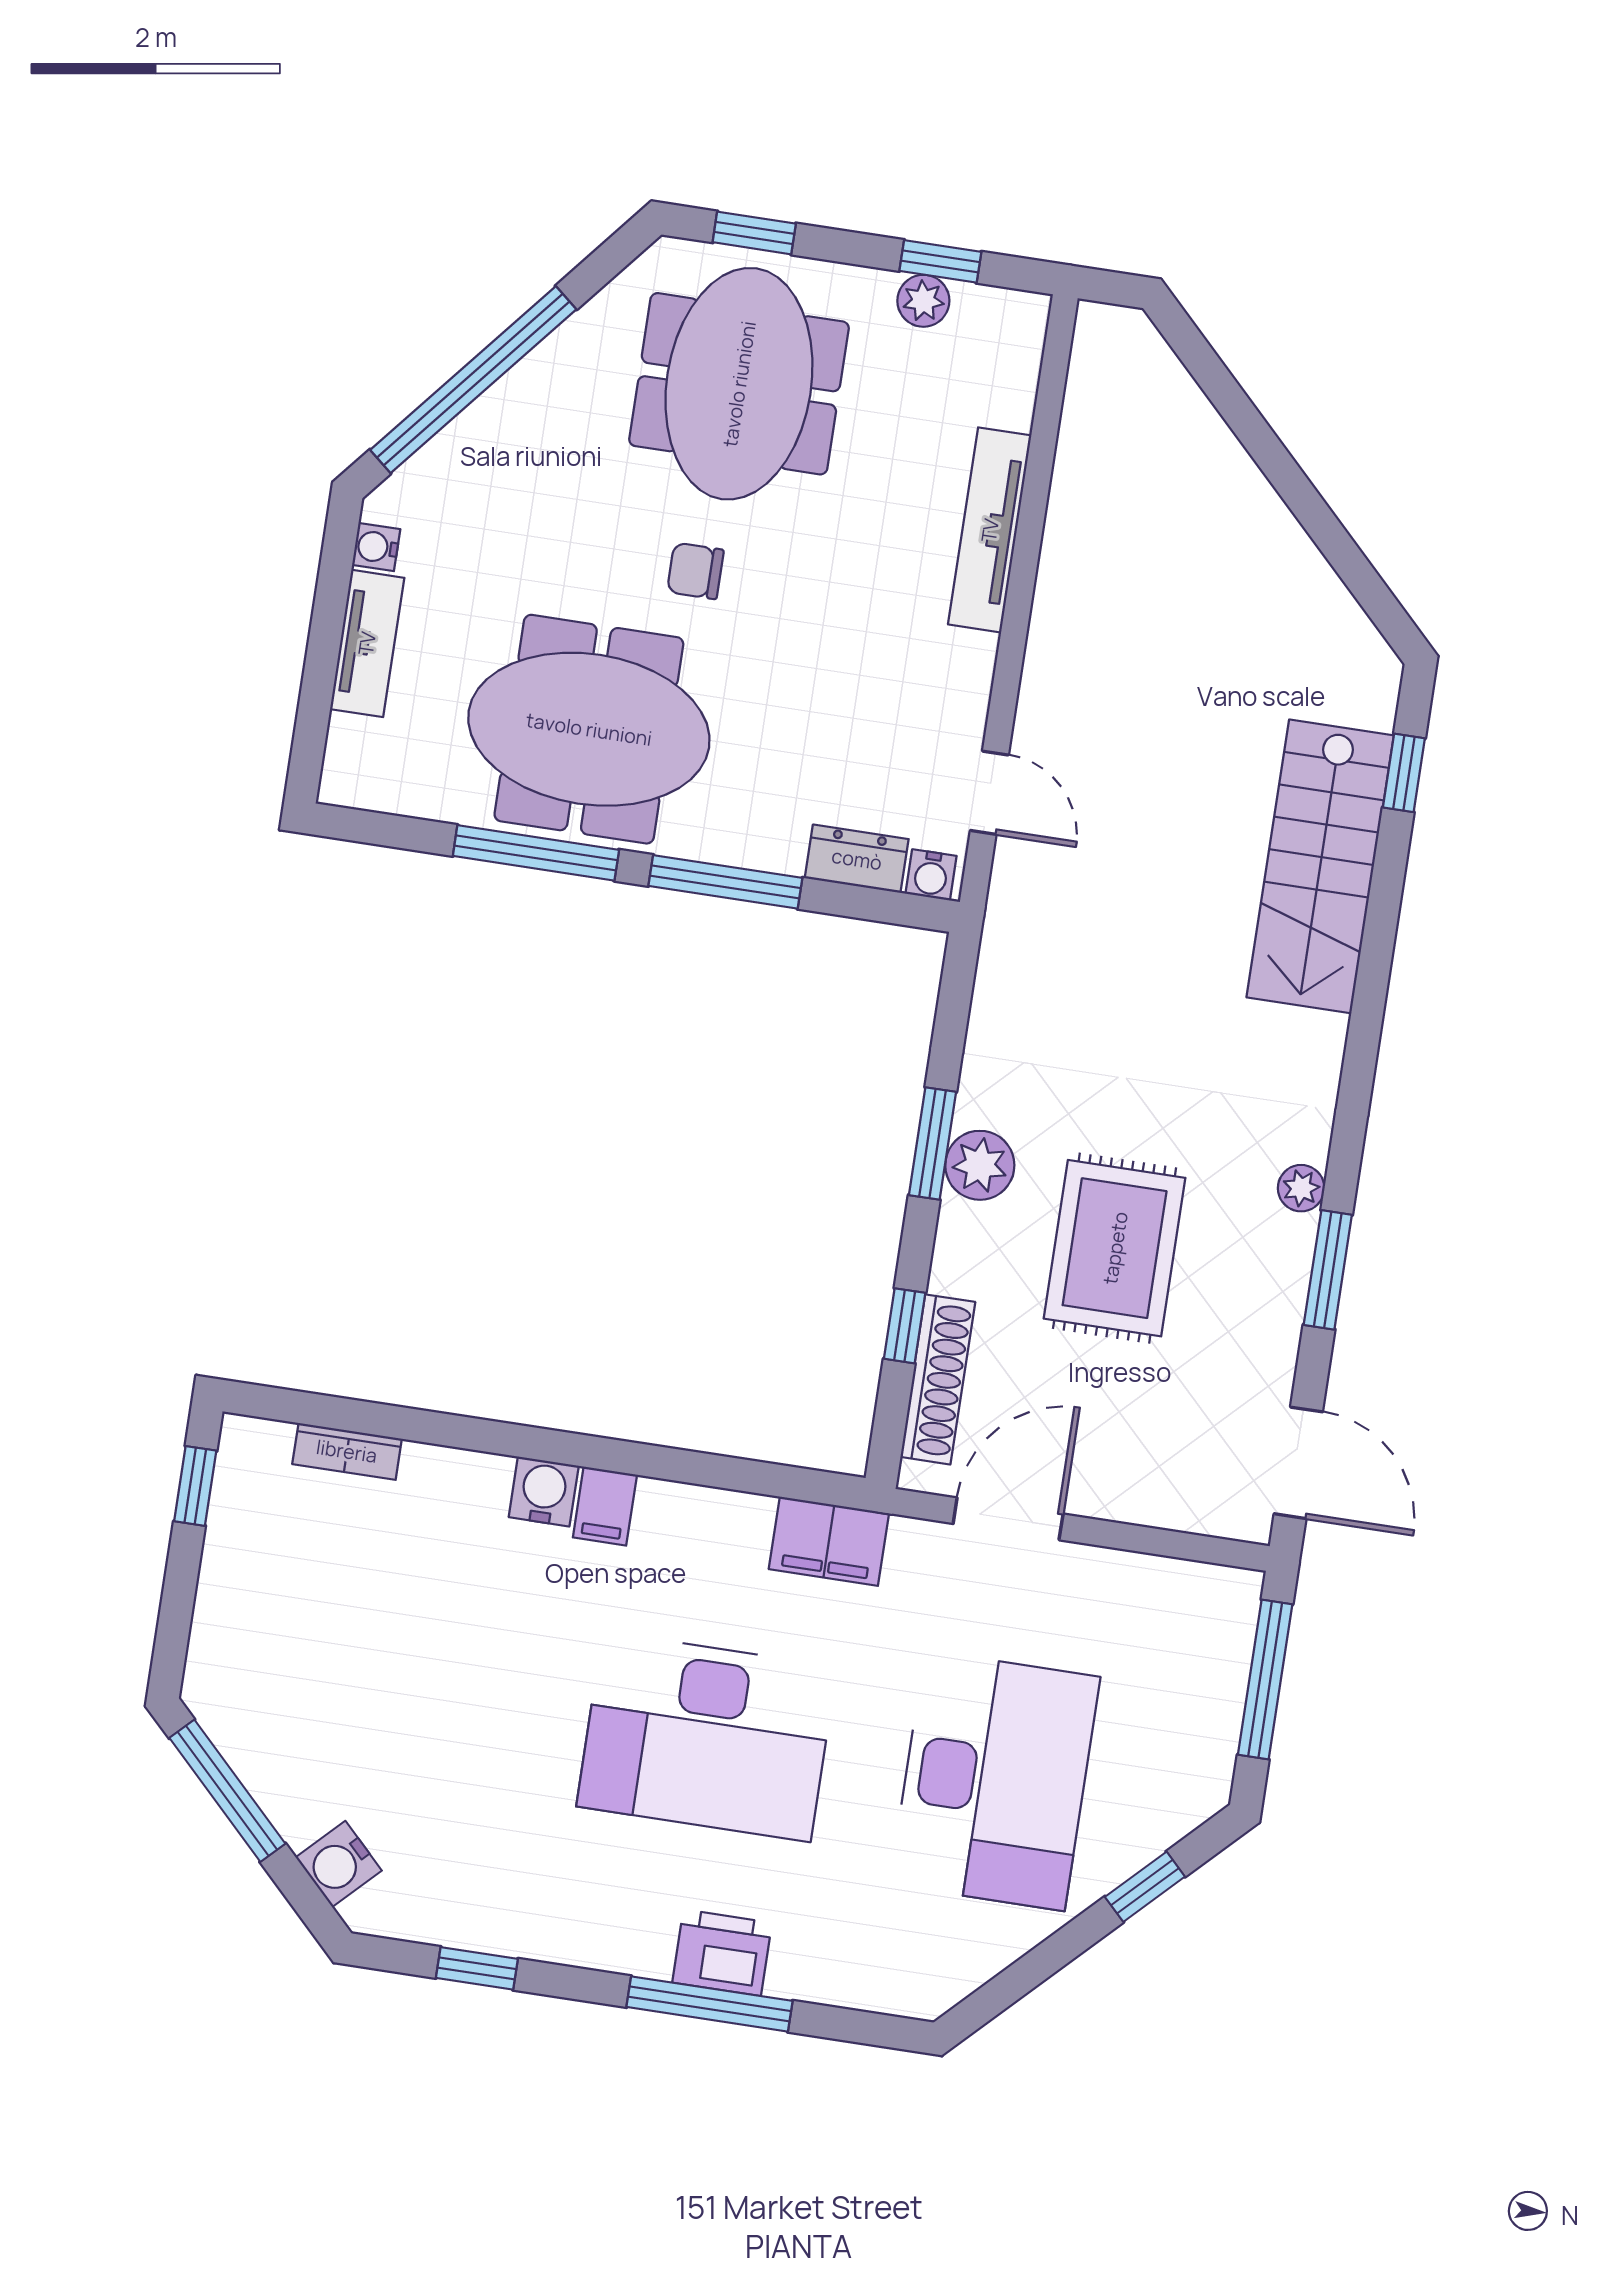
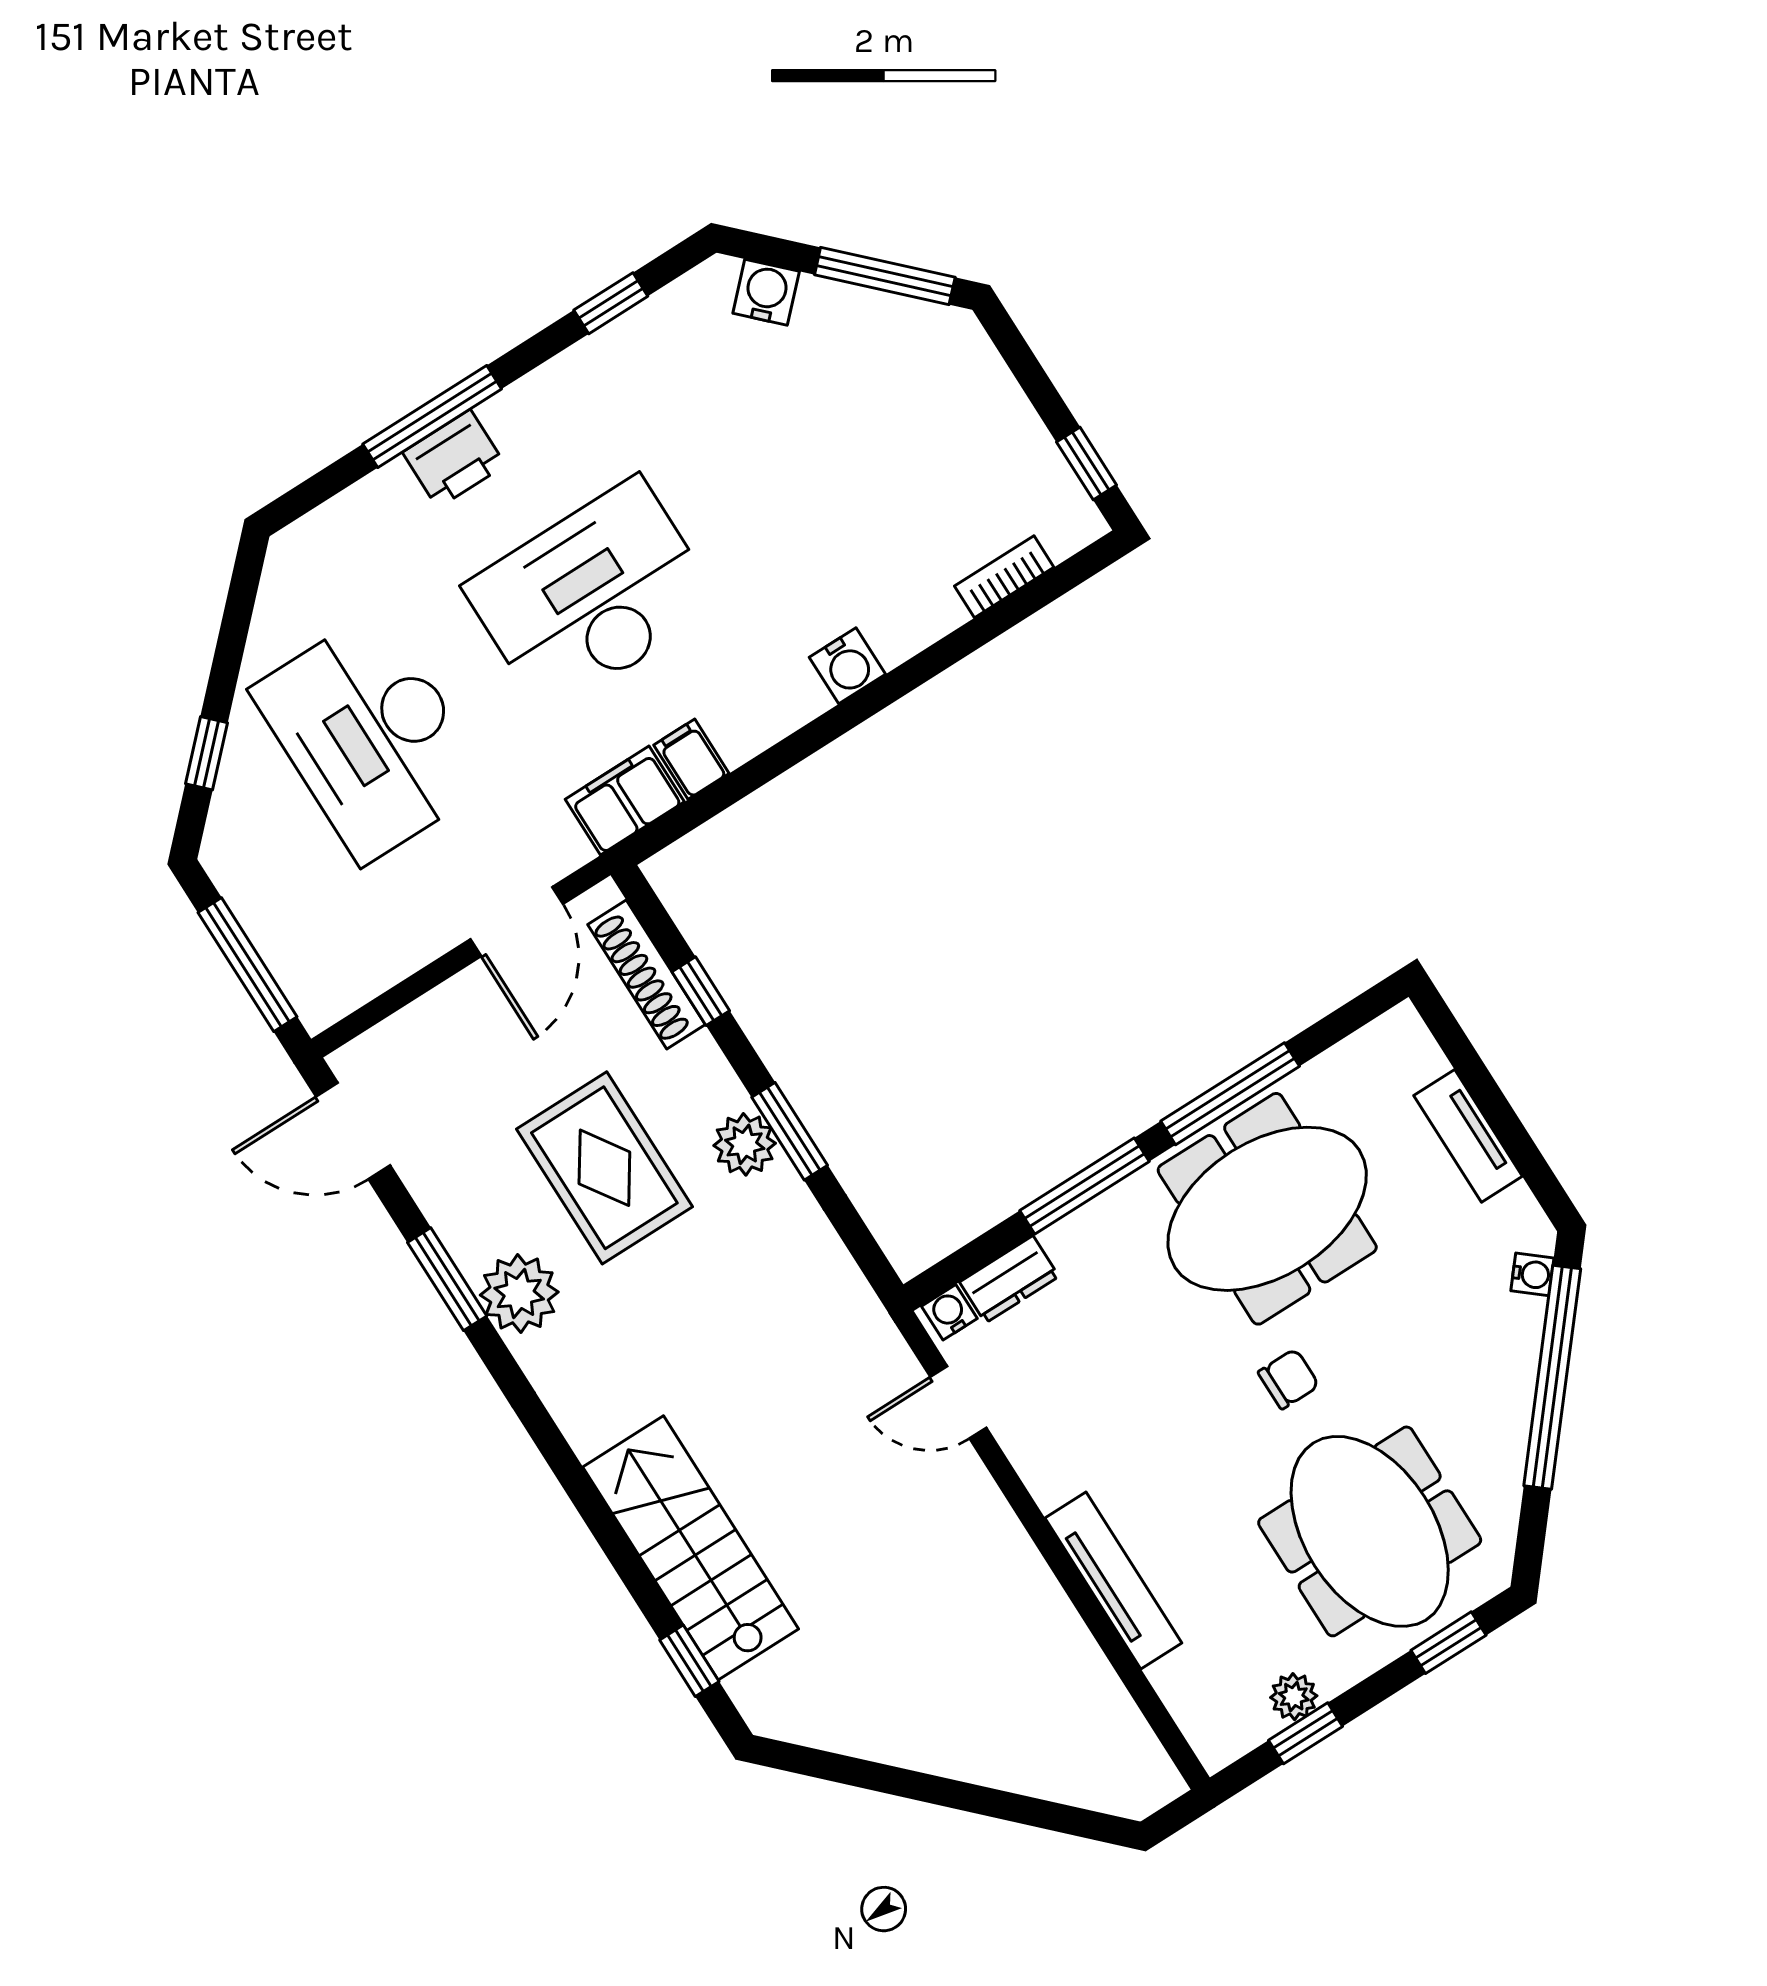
water cooler: (376, 547) -> (1532, 1274), moved, turned 40
plant: (1301, 1188) -> (519, 1294), width x1.88, depth x1.88
filing cabinet: (605, 1506) -> (691, 759), moved

